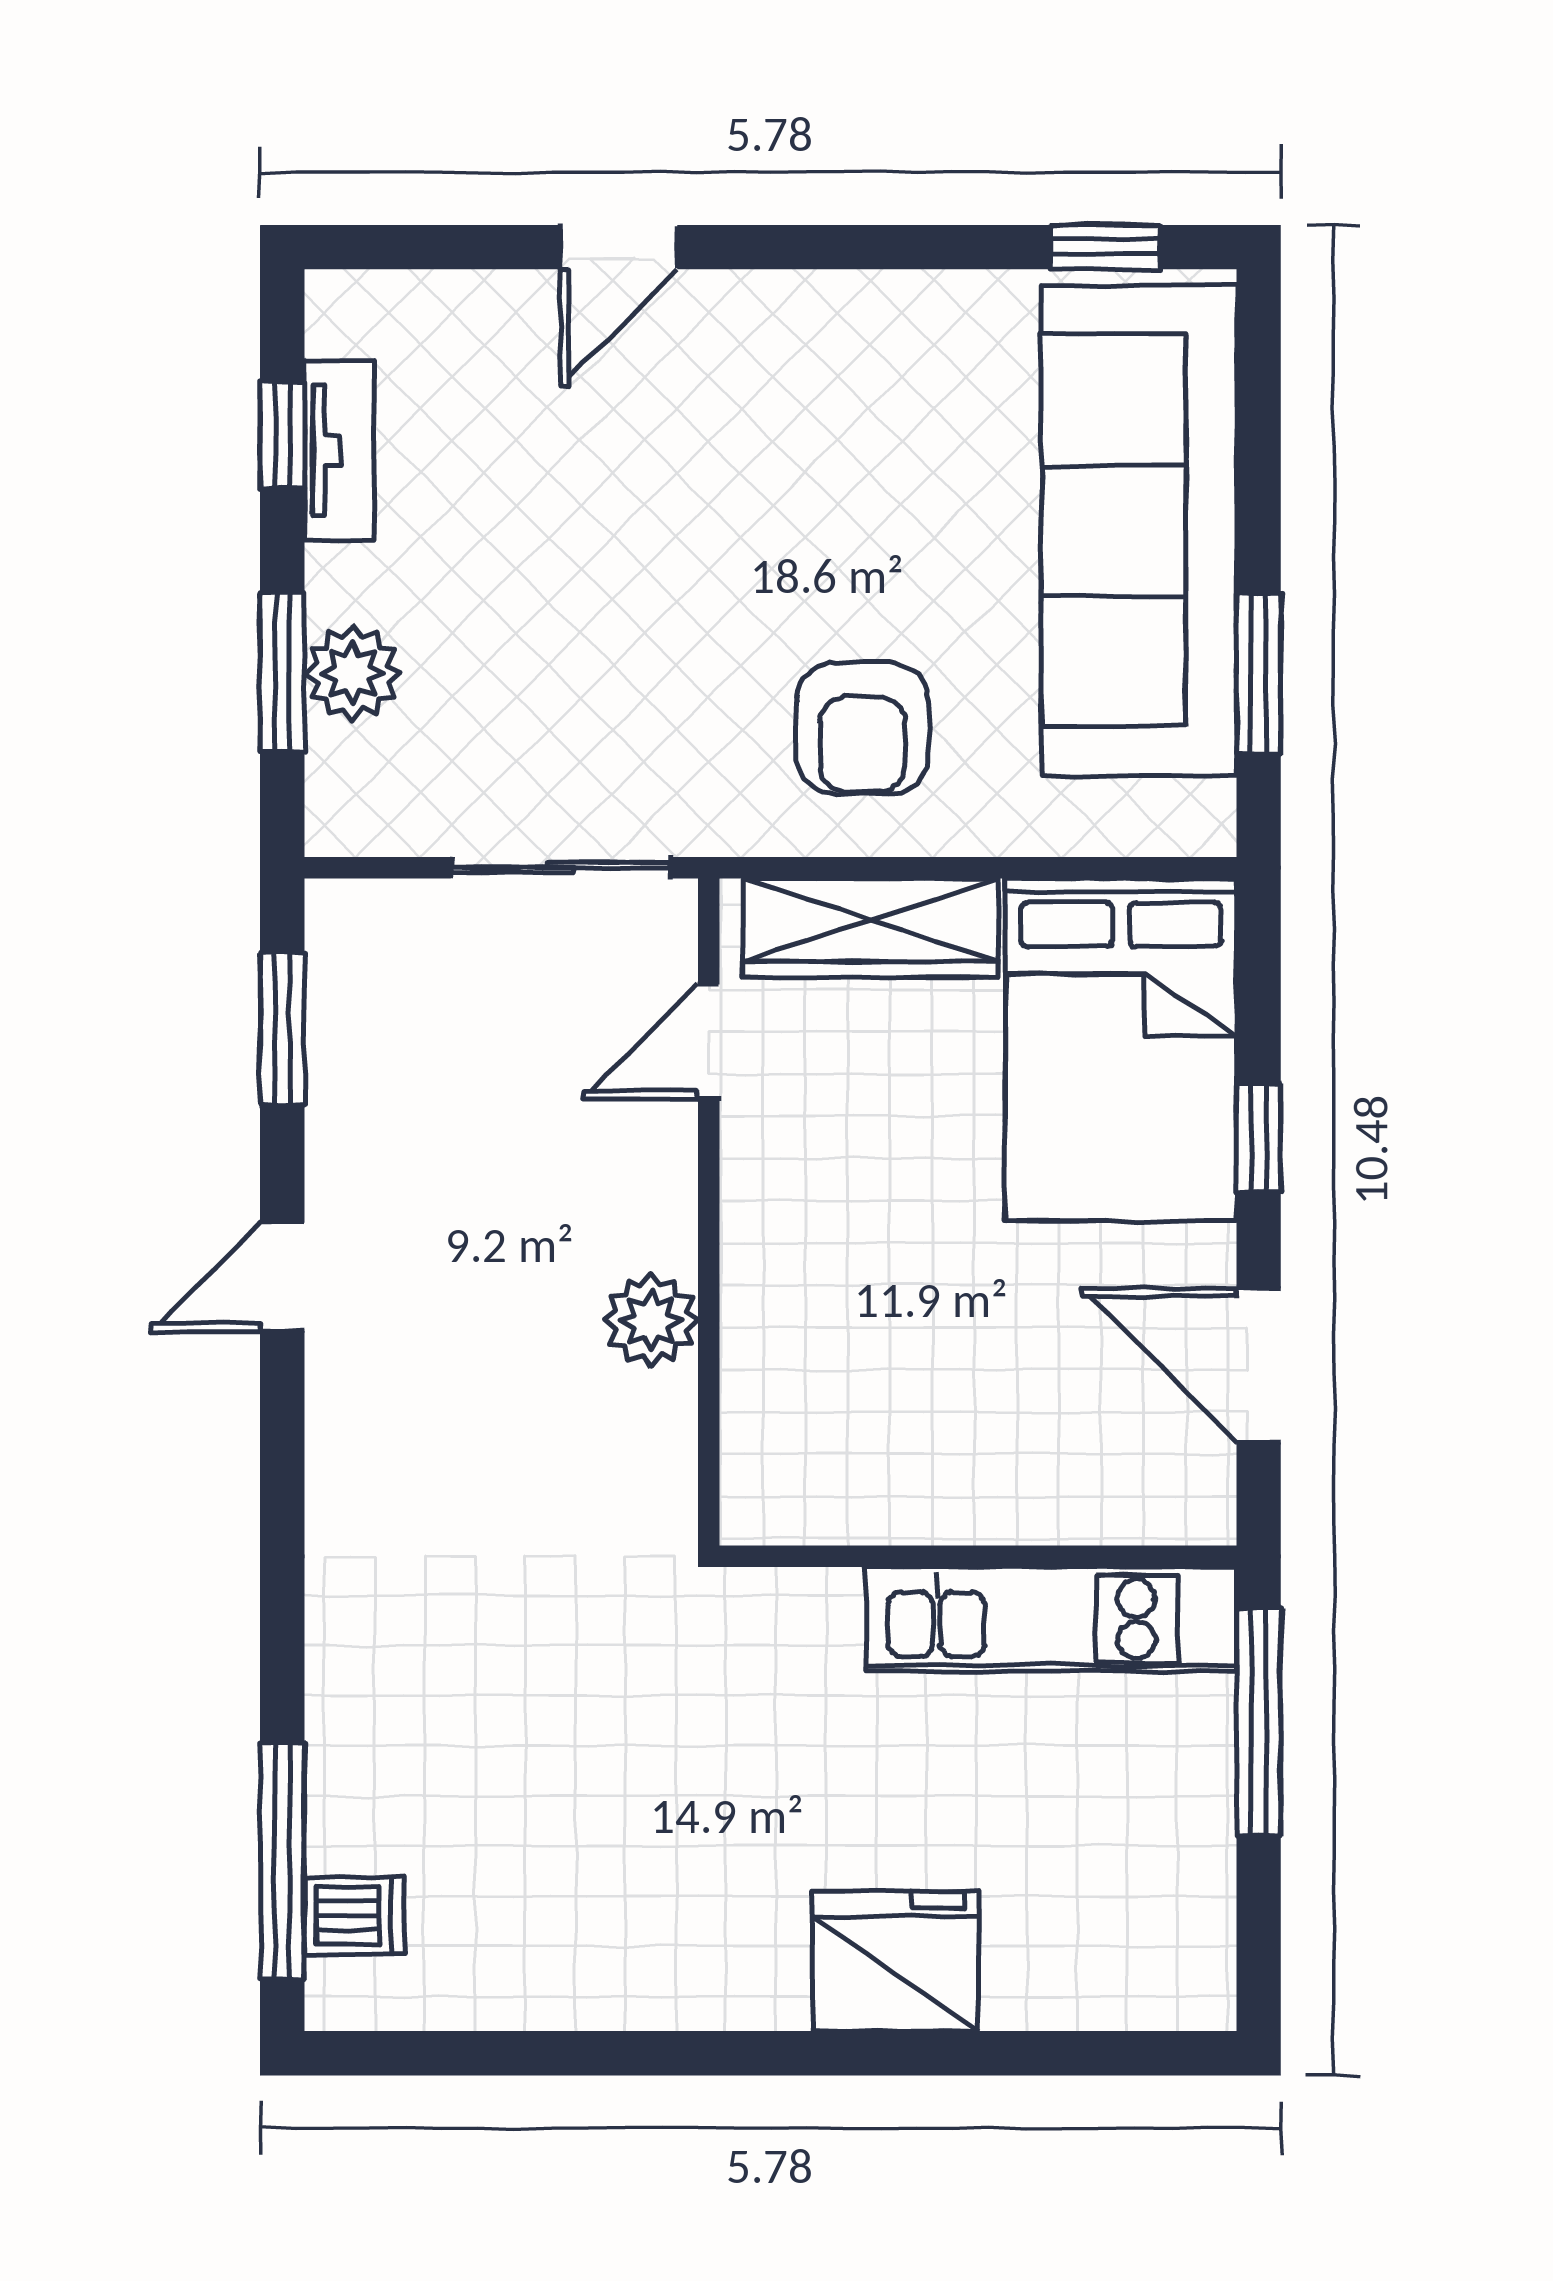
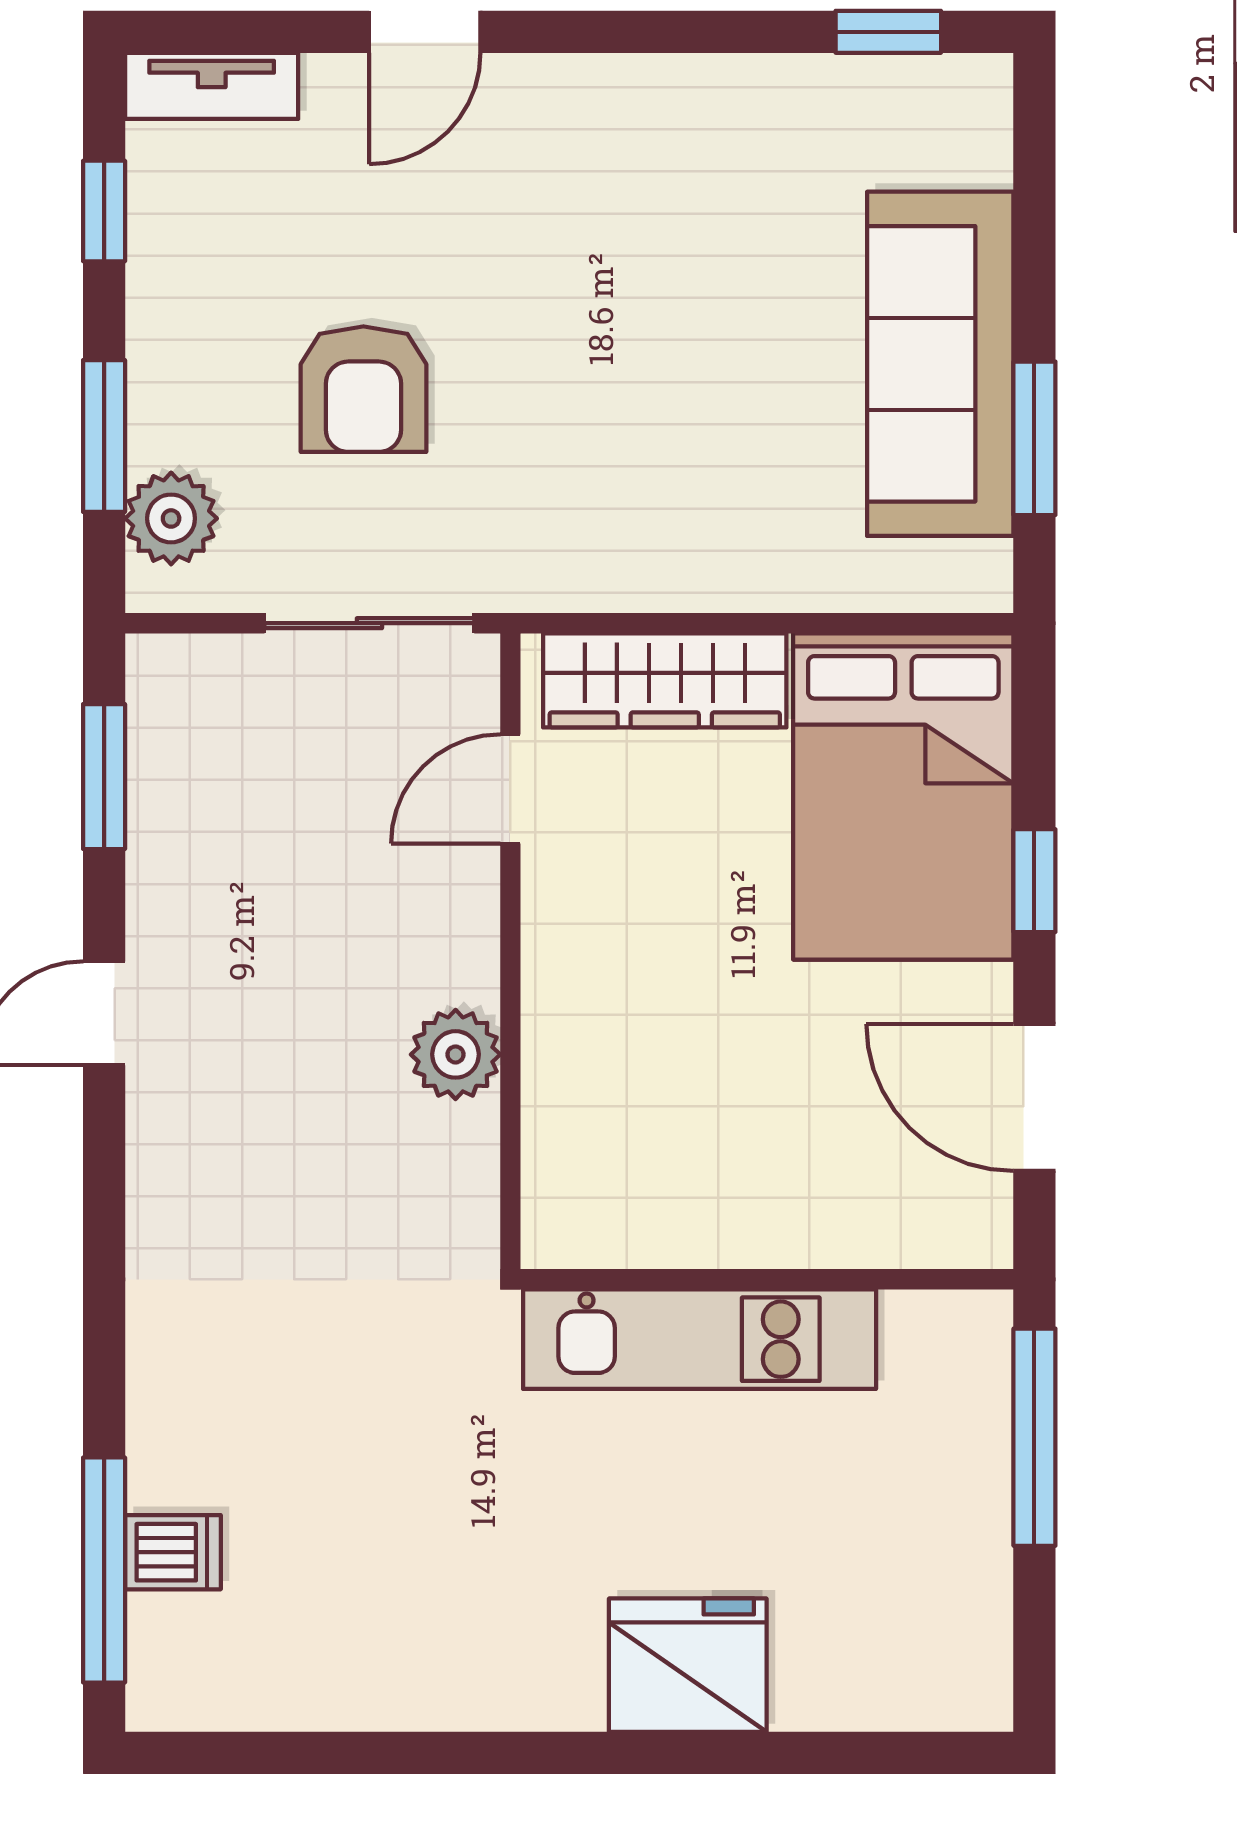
tv unit: (339, 450) -> (212, 86), moved, turned 90
sofa: (1139, 531) -> (940, 364), width x0.74, depth x0.79
plant: (353, 673) -> (171, 518), moved
armchair: (862, 728) -> (363, 389), moved
kitchen unit: (1051, 1619) -> (700, 1339), moved
dishwasher: (355, 1915) -> (173, 1552), moved

